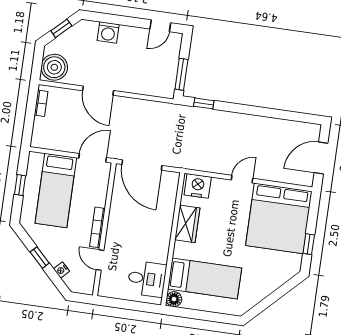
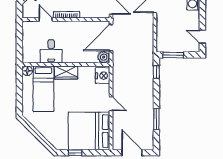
window: (275, 114) -> (156, 119), added
plant: (170, 180) -> (104, 57), added
wardrobe: (187, 224) -> (66, 72), moved
door: (100, 260) -> (46, 19), hinge flipped
desk: (147, 279) -> (51, 51), moved

